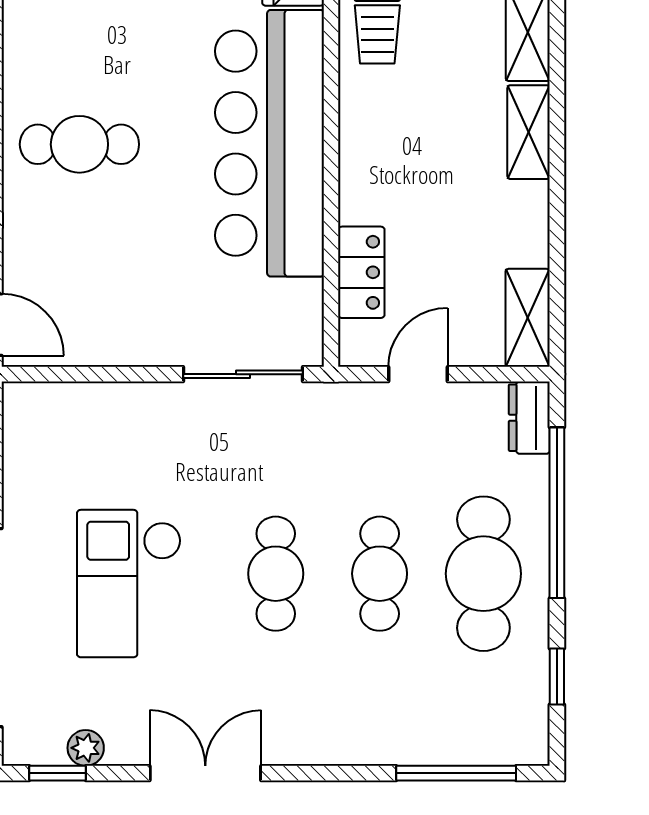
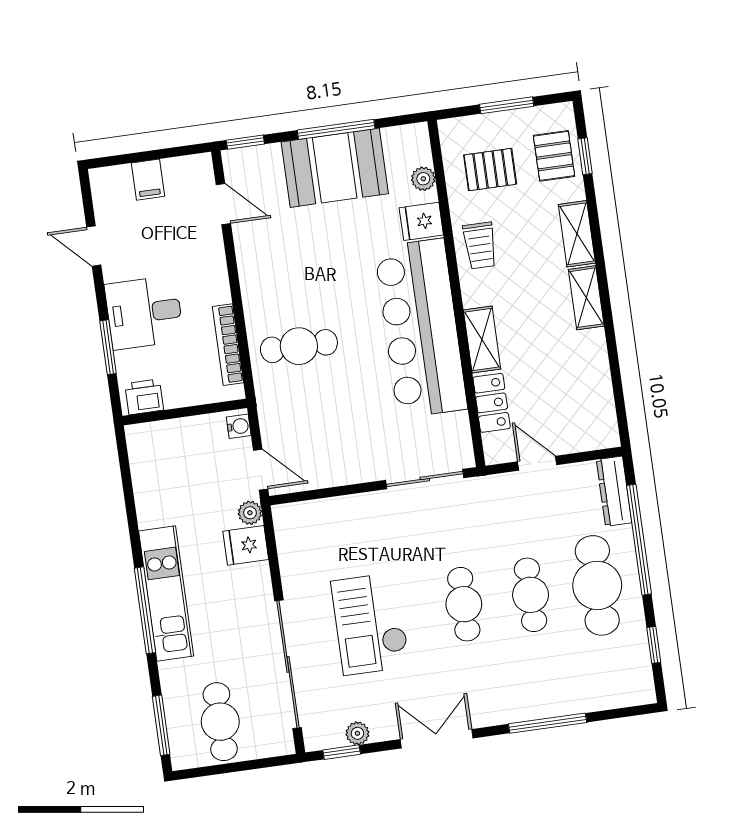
shelving: (528, 318) -> (482, 339), moved
door: (418, 374) -> (537, 463), hinge flipped
dresser: (529, 418) -> (614, 491), width x1.44
window: (456, 773) -> (548, 723), moved

